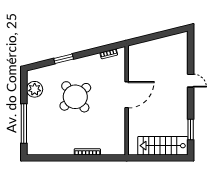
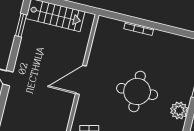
round table: (75, 97) -> (137, 91), turned 38

